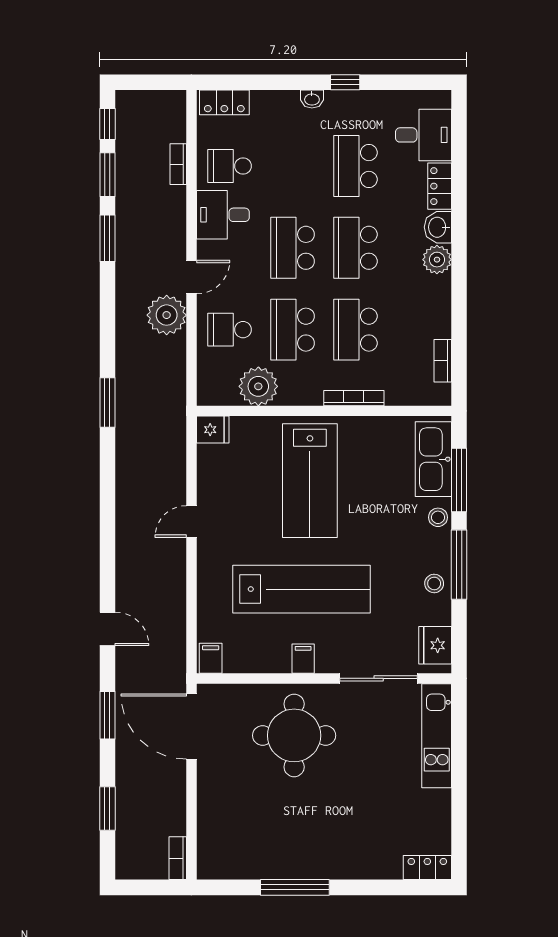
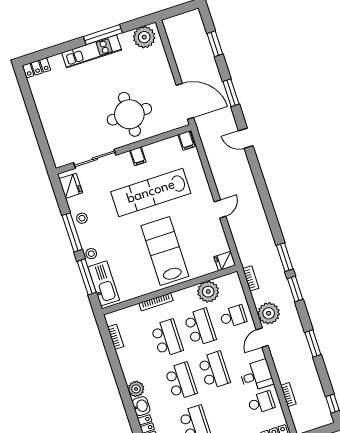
window: (107, 175) -> (295, 289), moved
kitchen unit: (437, 736) -> (92, 51), moved, turned 90
bookcase: (178, 858) -> (251, 278), moved
plant: (225, 860) -> (144, 37), added

